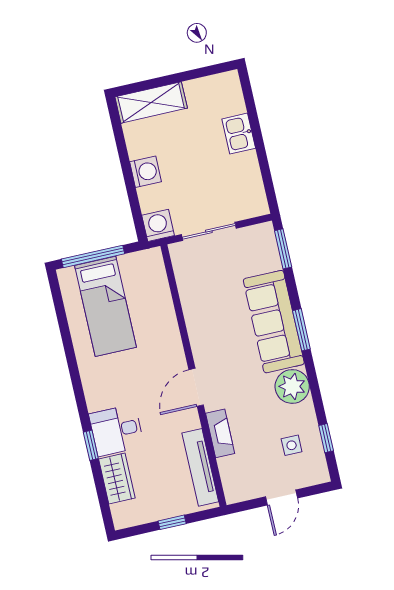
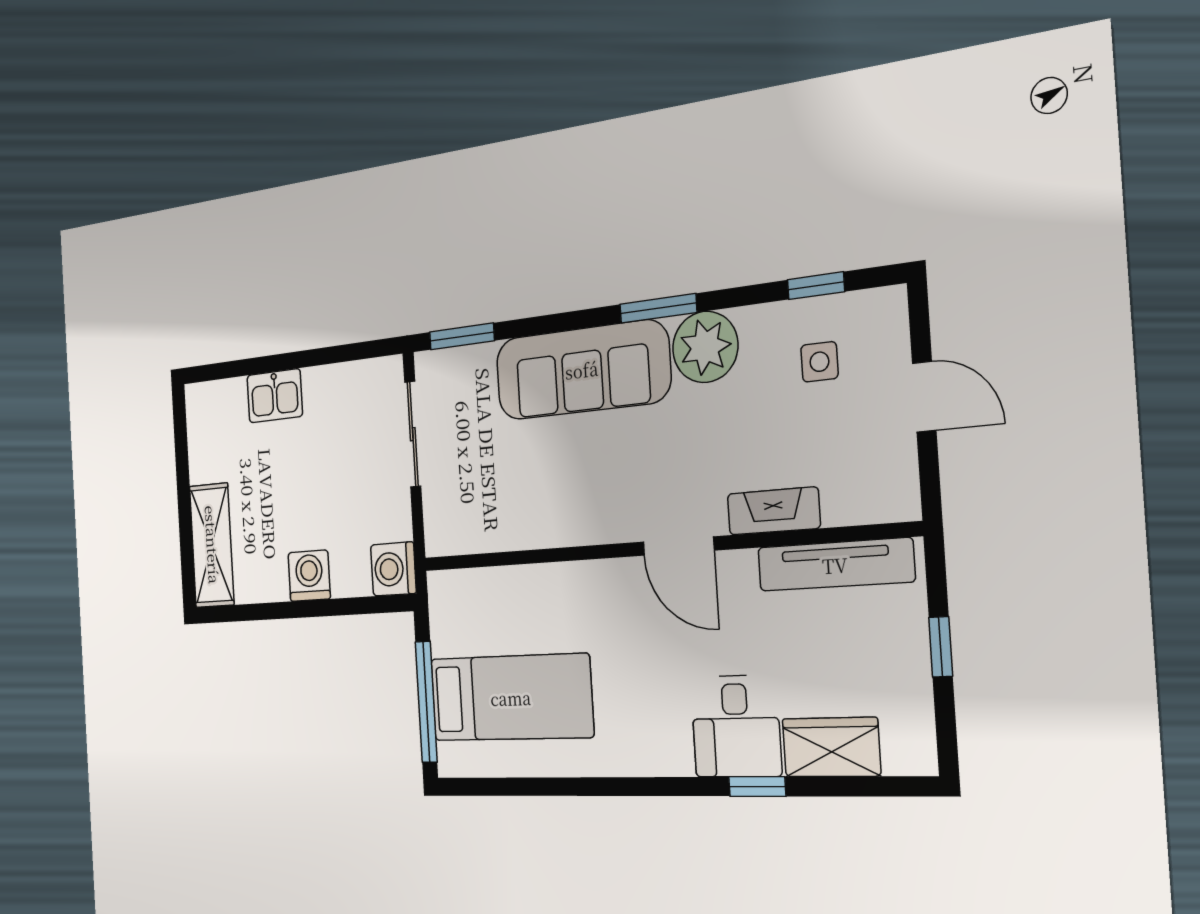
sliding door: (209, 231) -> (413, 434), moved
window: (301, 330) -> (658, 308), moved

